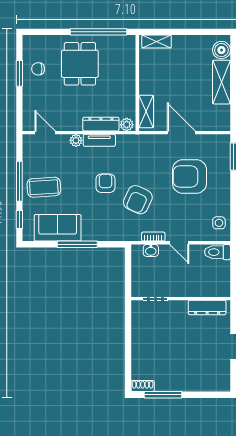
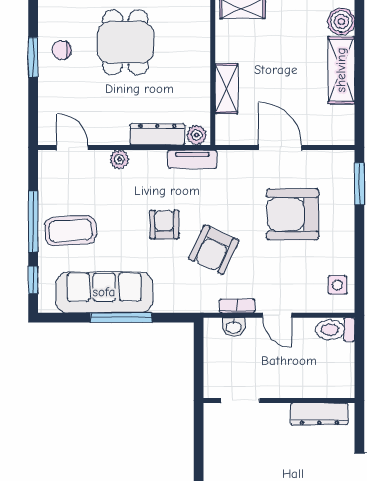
shelving: (146, 111) -> (226, 89), moved
tv unit: (99, 140) -> (192, 159), moved
sofa: (58, 228) -> (104, 292), width x1.36

